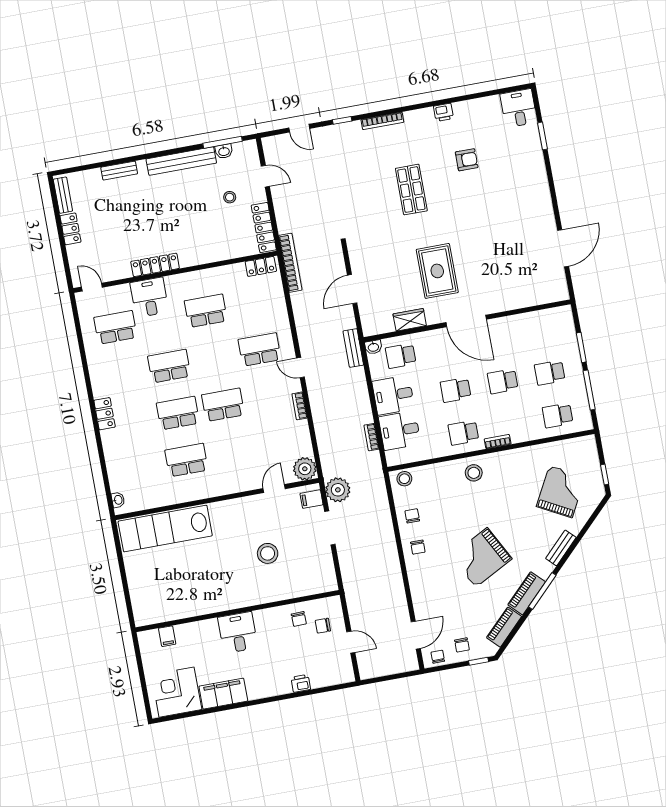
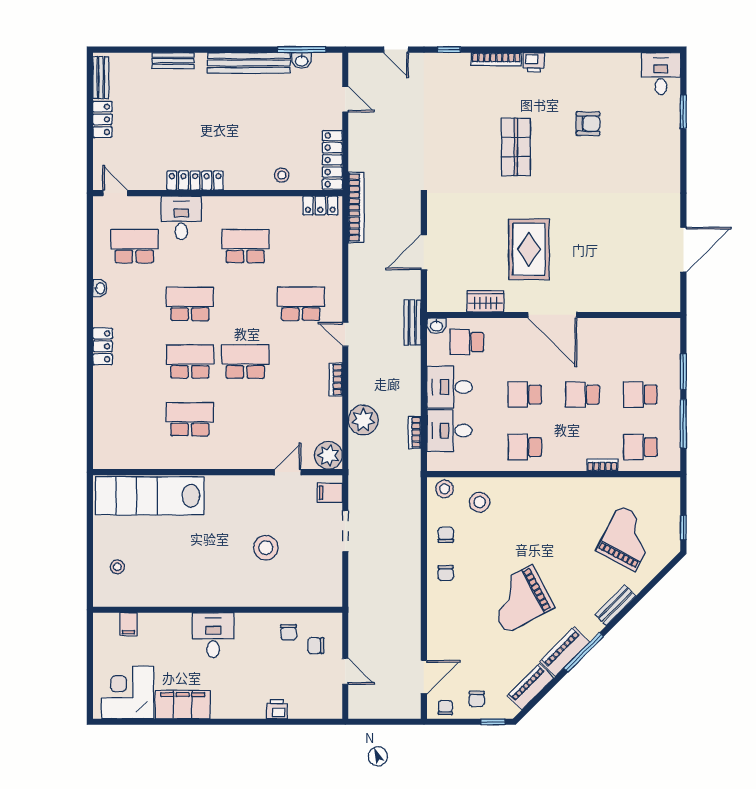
printer: (443, 112) -> (534, 62), moved
stool: (230, 197) -> (282, 175), moved
bookcase: (498, 442) -> (602, 465), moved
stool: (474, 473) -> (480, 502), moved
plant: (338, 490) -> (363, 420), moved
washbasin: (118, 500) -> (100, 288), moved
stool: (149, 591) -> (117, 567), added

